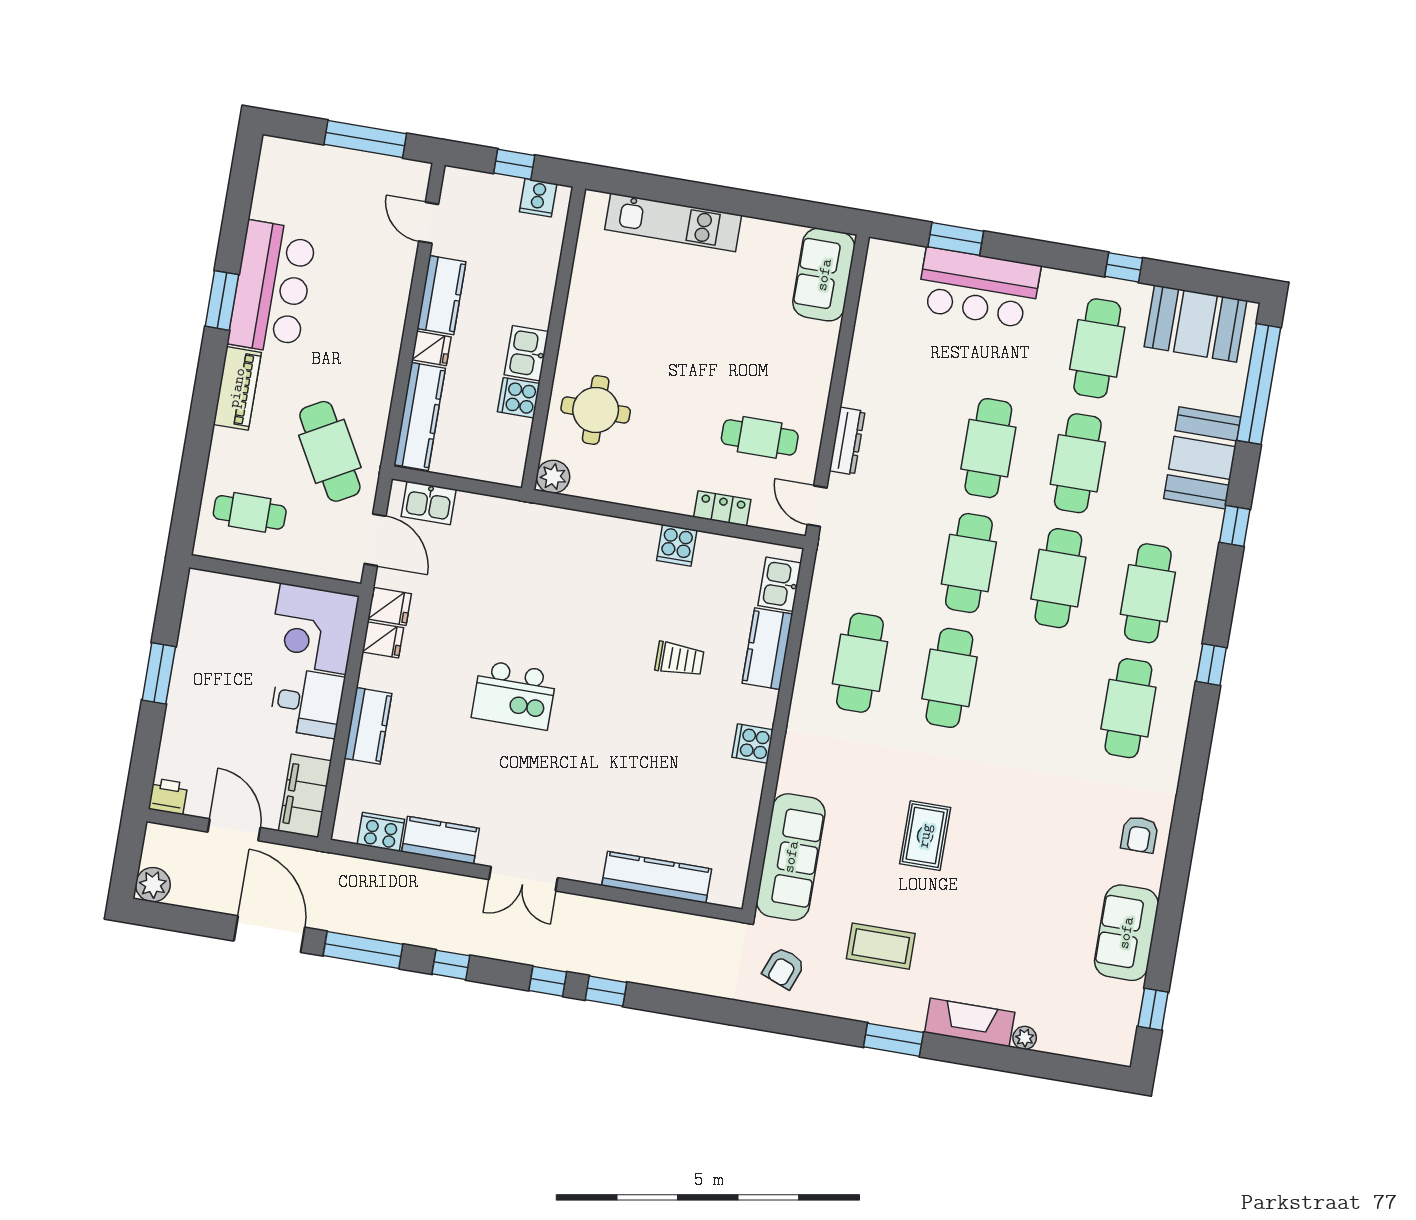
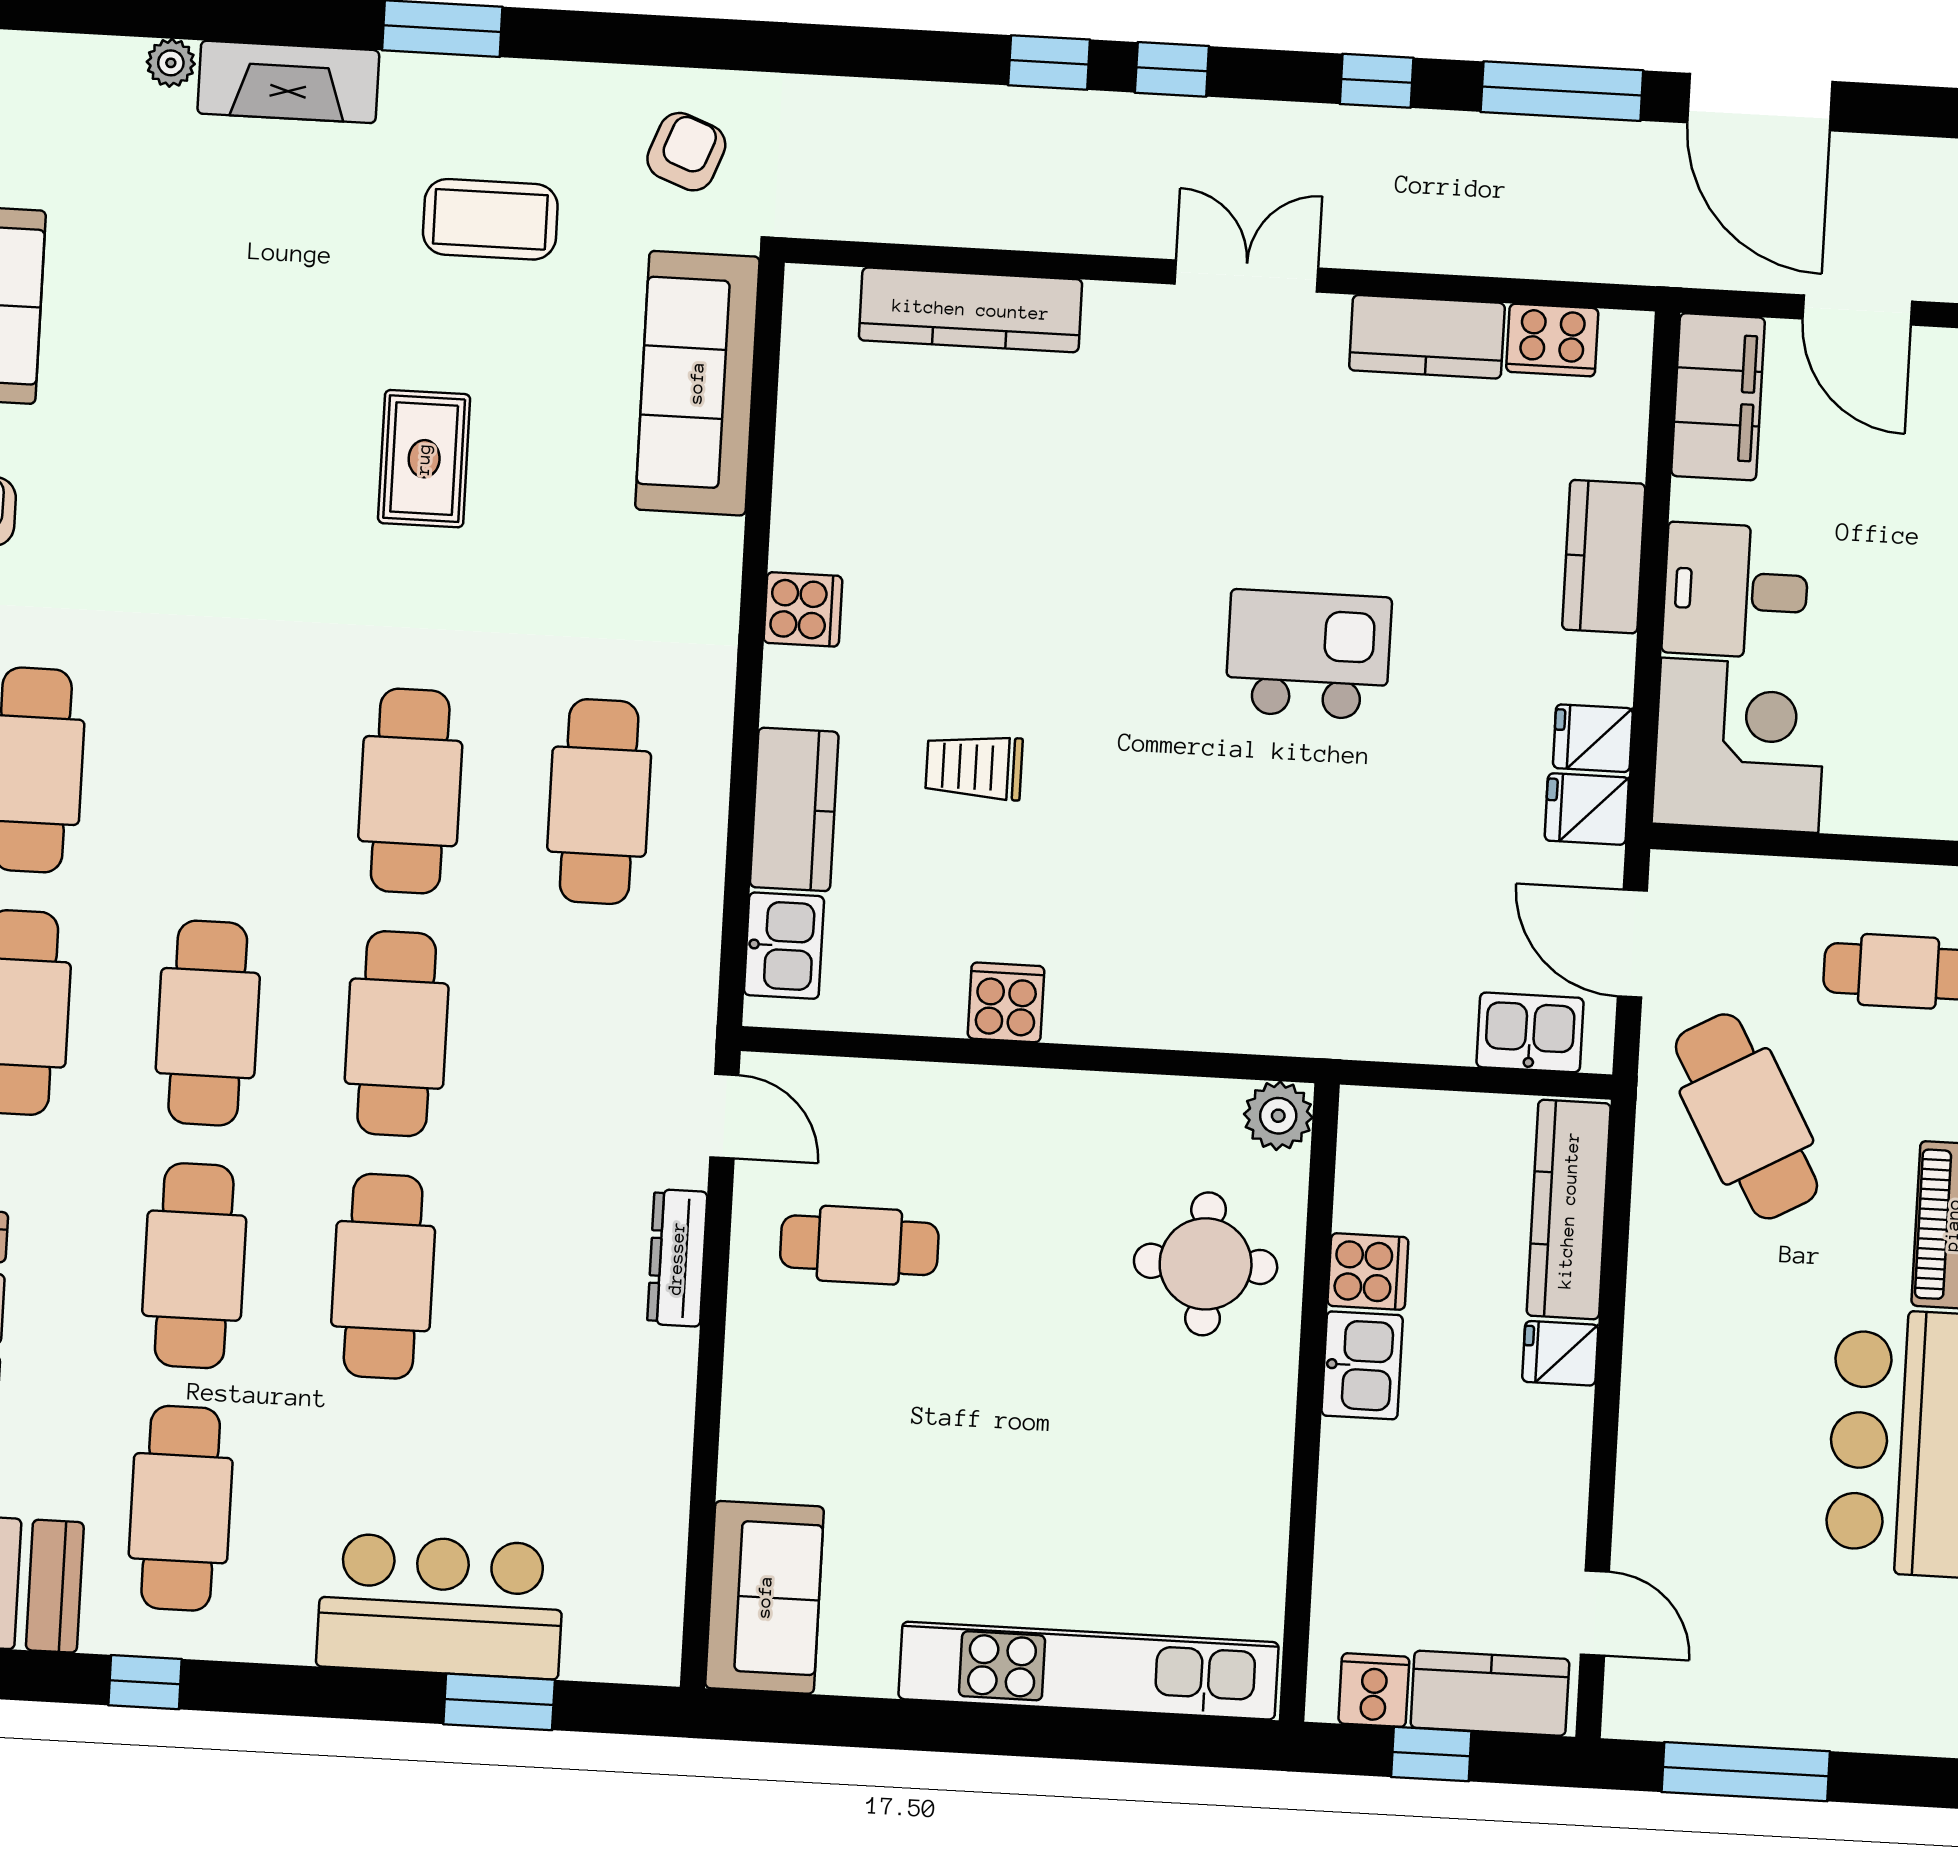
kitchen unit: (673, 222) -> (1089, 1671), width x1.36
kitchen counter: (441, 295) -> (1490, 1693), moved, turned 90
locker: (722, 508) -> (920, 1090), removed

